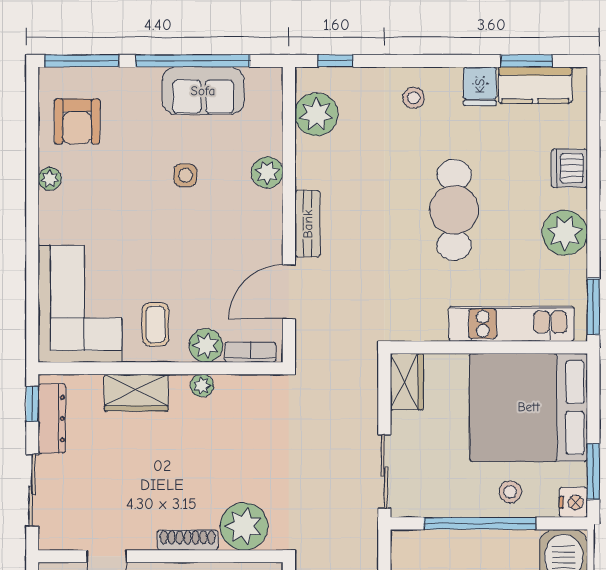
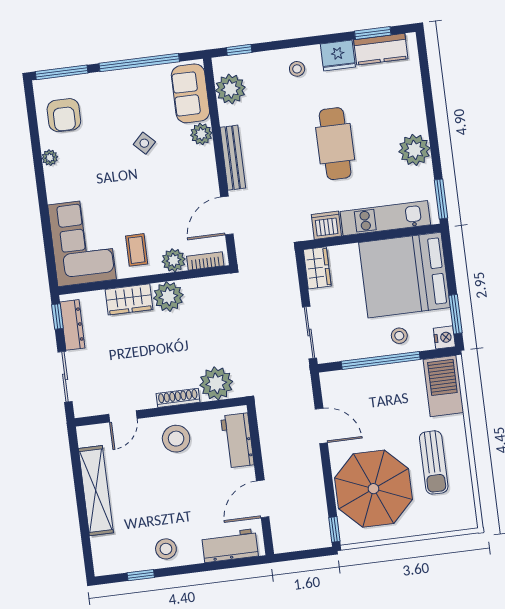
fridge: (480, 86) -> (338, 55), width x1.38
sofa: (203, 91) -> (190, 93), moved, turned 90
dishwasher: (569, 168) -> (326, 225), moved, turned 90
side table: (185, 175) -> (144, 143), turned 45
bench: (308, 224) -> (233, 158), width x1.36
plant: (202, 386) -> (168, 297), width x1.88, depth x1.88

